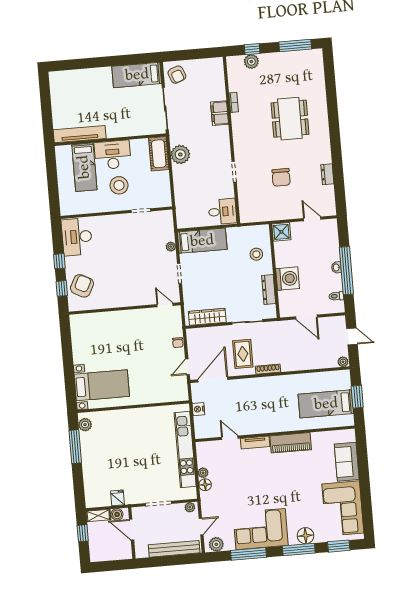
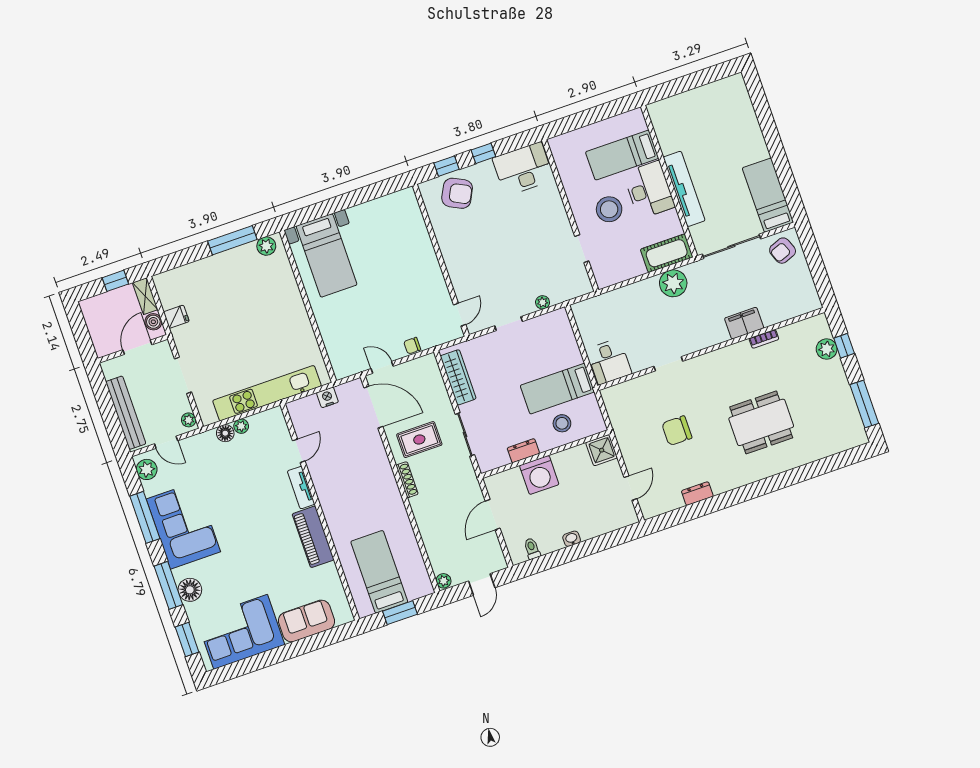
tv unit: (80, 134) -> (684, 189), moved
bed: (202, 241) -> (557, 389), moved, turned 90
window: (346, 271) -> (571, 554), removed
dresser: (269, 290) -> (523, 451), width x0.70

